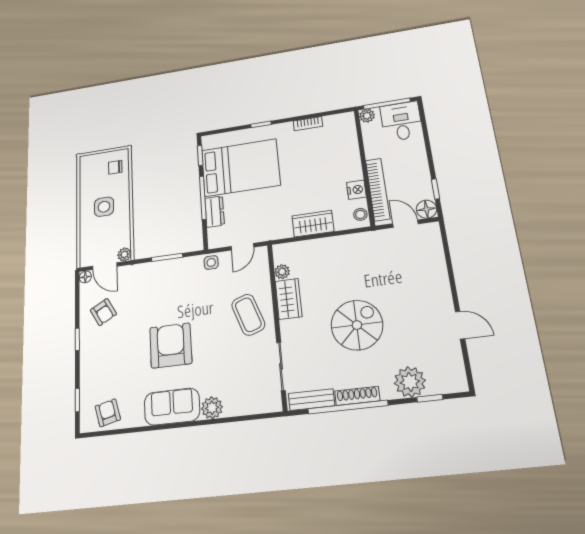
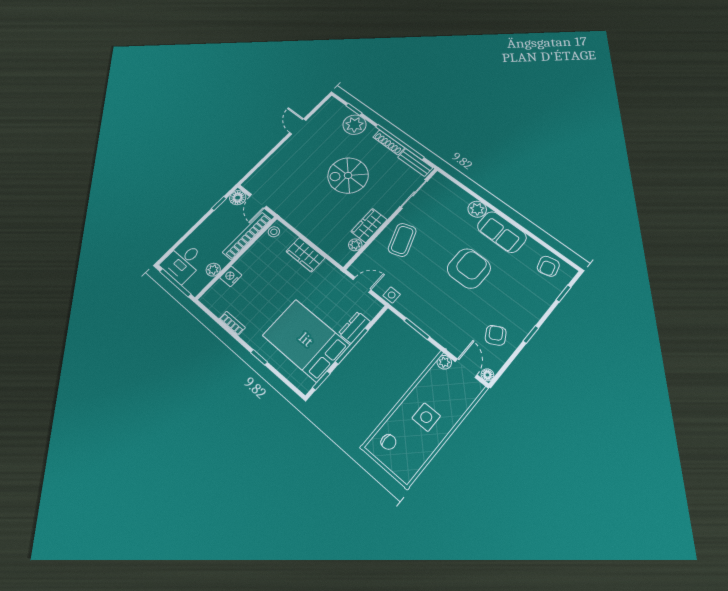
plant: (367, 116) -> (213, 270), moved
nightstand: (356, 190) -> (231, 276), moved
armchair: (171, 345) -> (469, 268), turned 180

